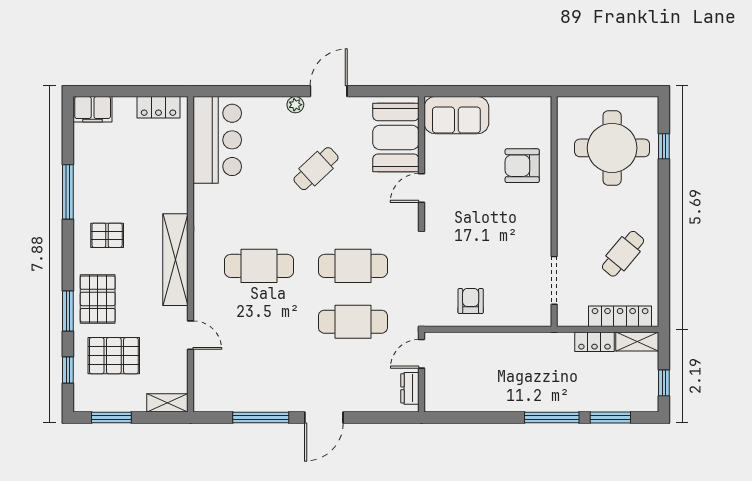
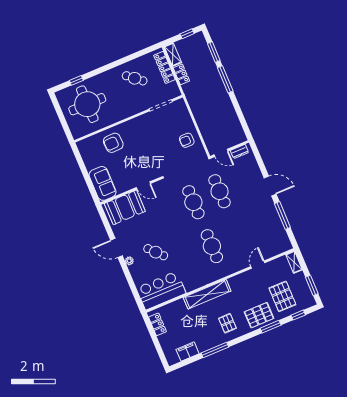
filing cabinet: (93, 109) -> (188, 352), moved, turned -90
armchair: (522, 166) -> (113, 143), turned 88
cafe table: (316, 169) -> (156, 252), moved
shelving: (175, 260) -> (207, 294), moved

